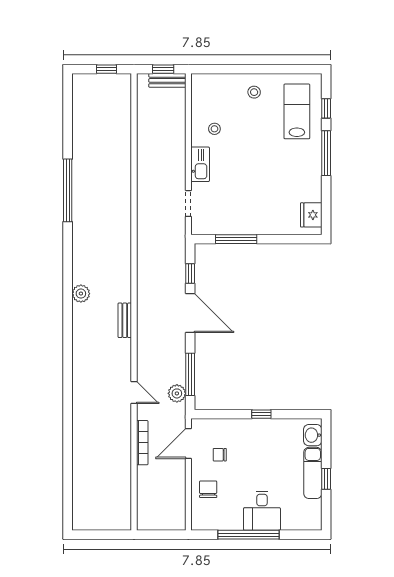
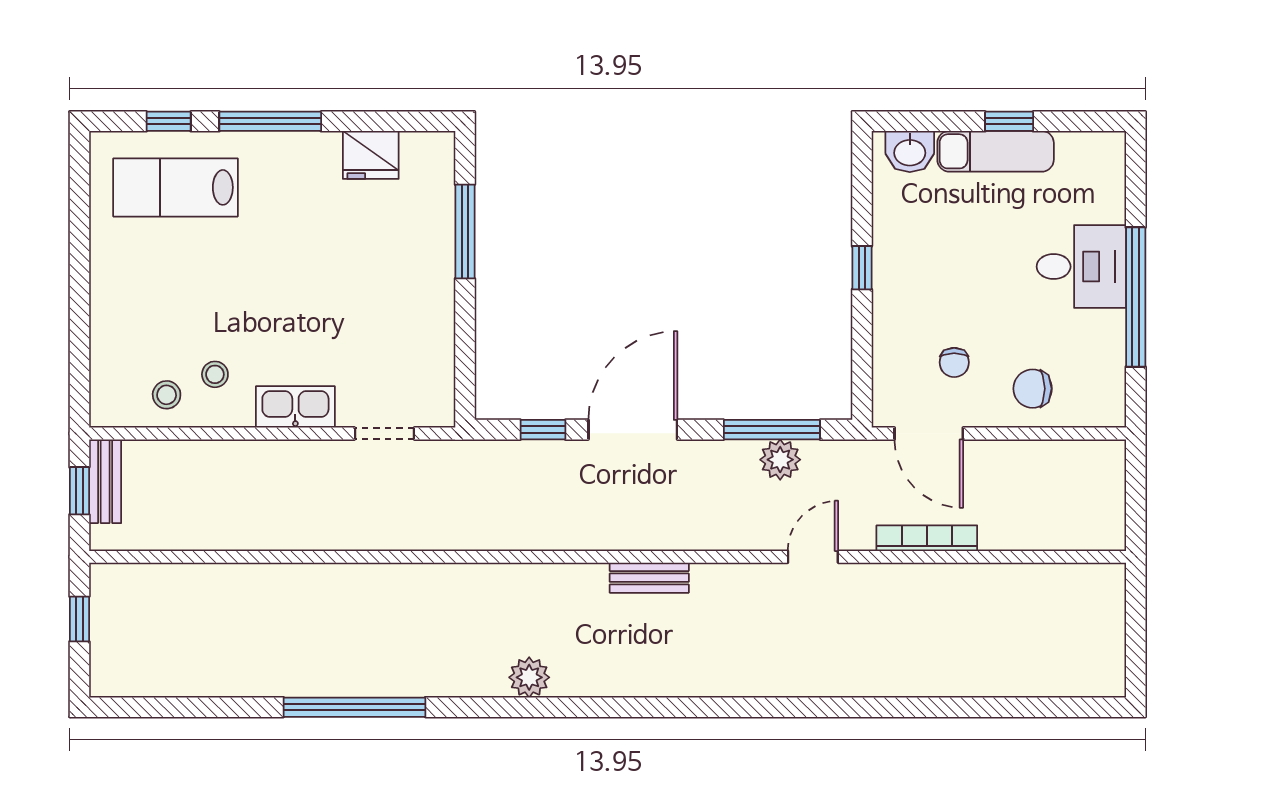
stool: (254, 92) -> (167, 395), moved
fridge: (311, 215) -> (371, 155), moved
window: (236, 239) -> (465, 231), moved
plant: (81, 294) -> (529, 677), moved
plant: (177, 393) -> (780, 460), moved

